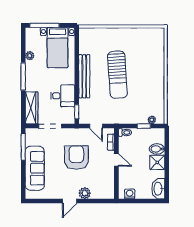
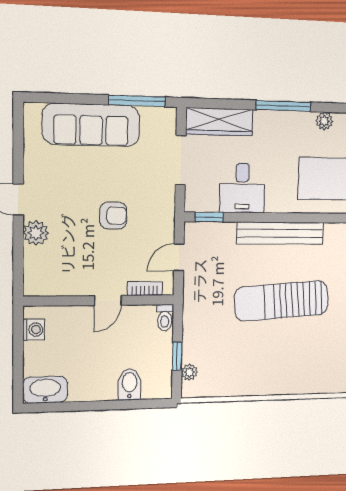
armchair: (76, 158) -> (113, 215), width x0.53, depth x0.53
shower: (157, 162) -> (101, 386), removed

